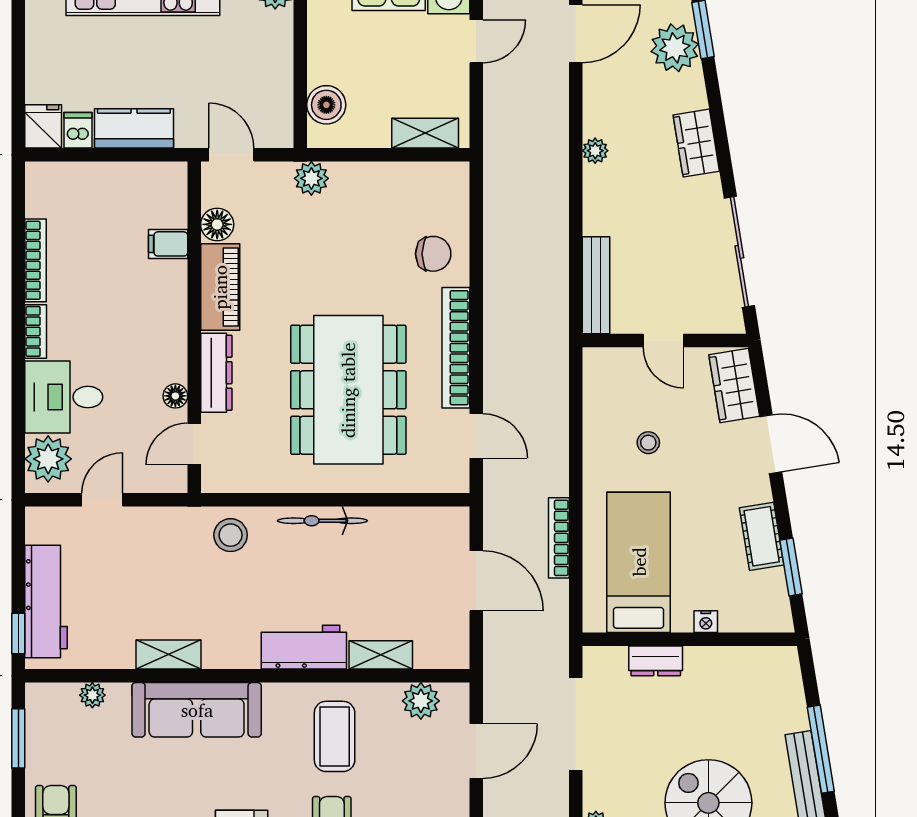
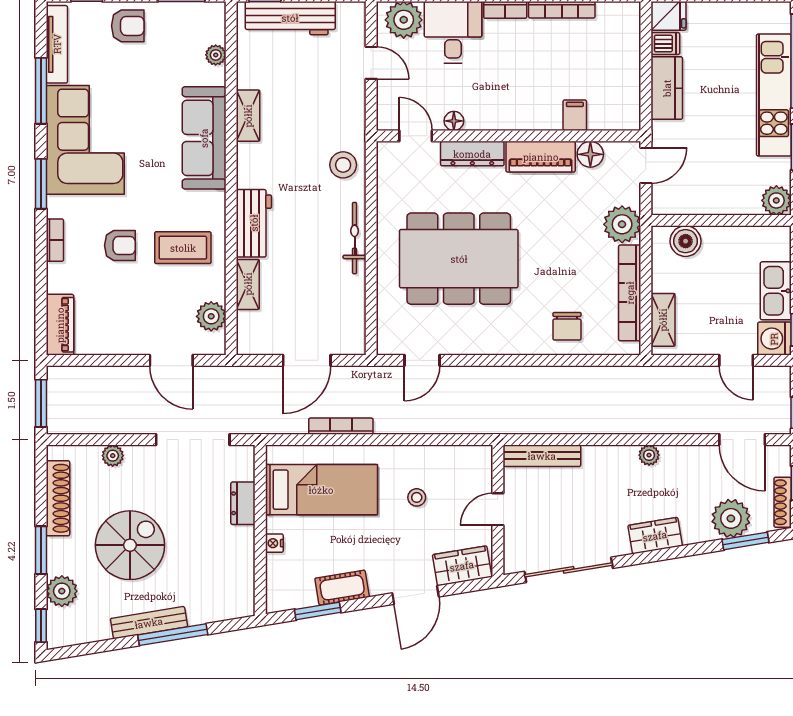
plant: (311, 178) -> (622, 224), width x1.36, depth x1.36
bookcase: (456, 348) -> (630, 293), moved, turned -90

